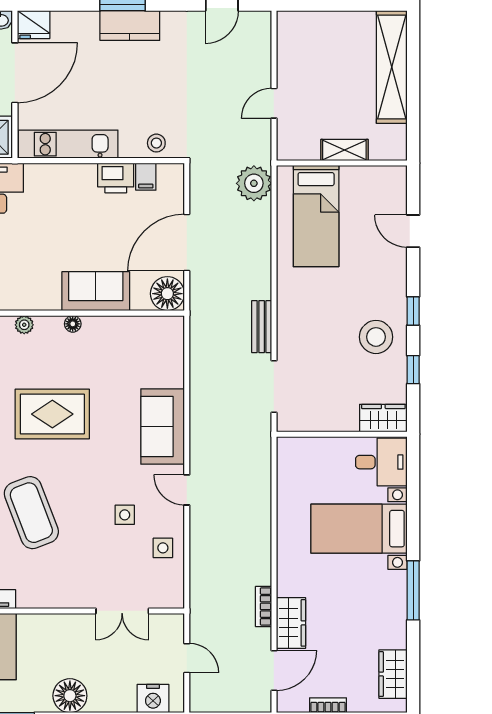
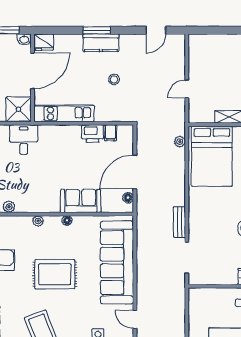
stool: (156, 143) -> (114, 79), moved
plant: (254, 183) -> (180, 142), width x0.53, depth x0.53
bed: (316, 216) -> (212, 156), width x1.50
floor lamp: (167, 294) -> (128, 198), width x0.53, depth x0.53
sofa: (163, 427) -> (117, 263), width x1.85, depth x1.27

